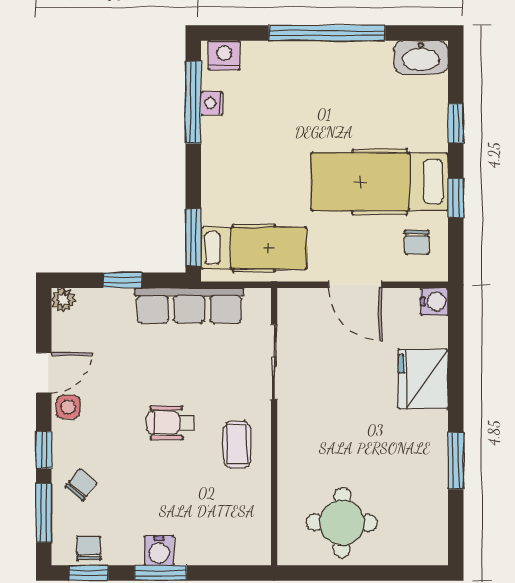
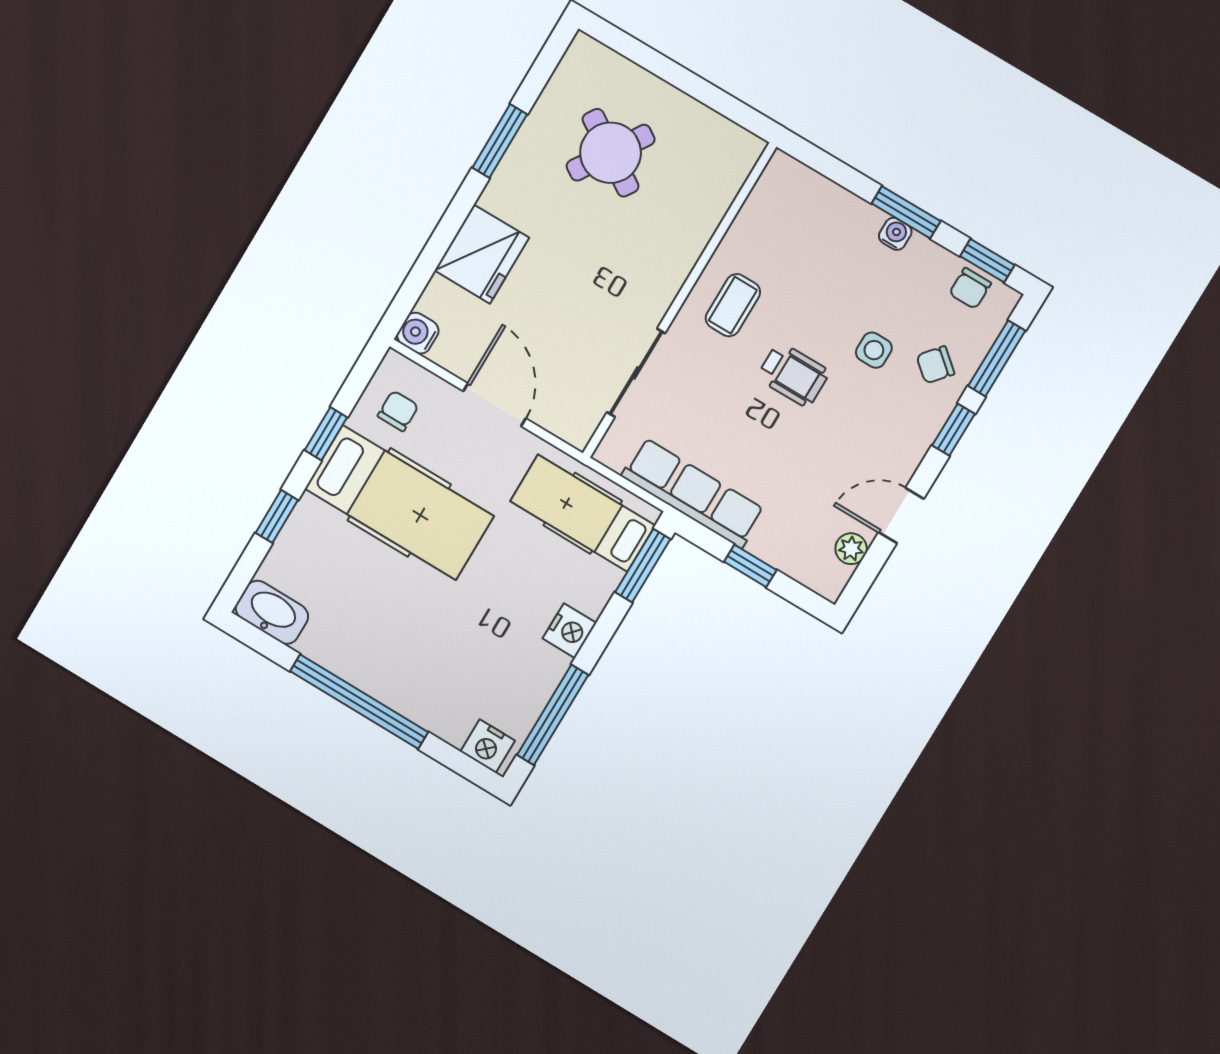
nightstand: (212, 103) -> (570, 631), moved, width x1.39, depth x1.35
plant: (63, 300) -> (851, 549), moved
side table: (68, 407) -> (874, 350), moved
round table: (342, 523) -> (611, 153), moved, turned 32
water cooler: (159, 551) -> (895, 234), width x0.72, depth x0.72

